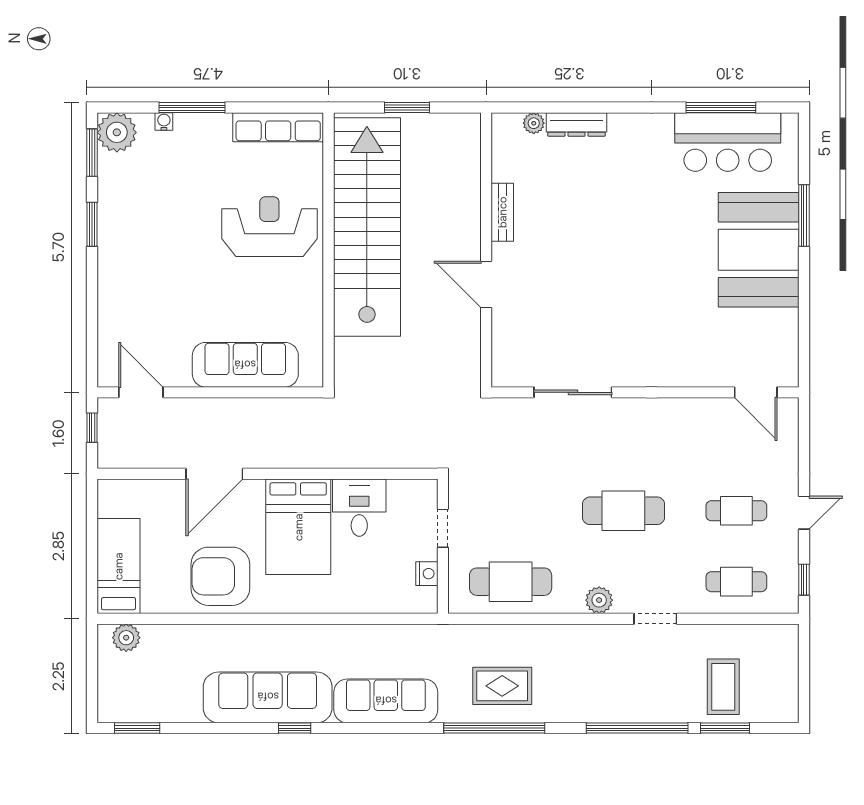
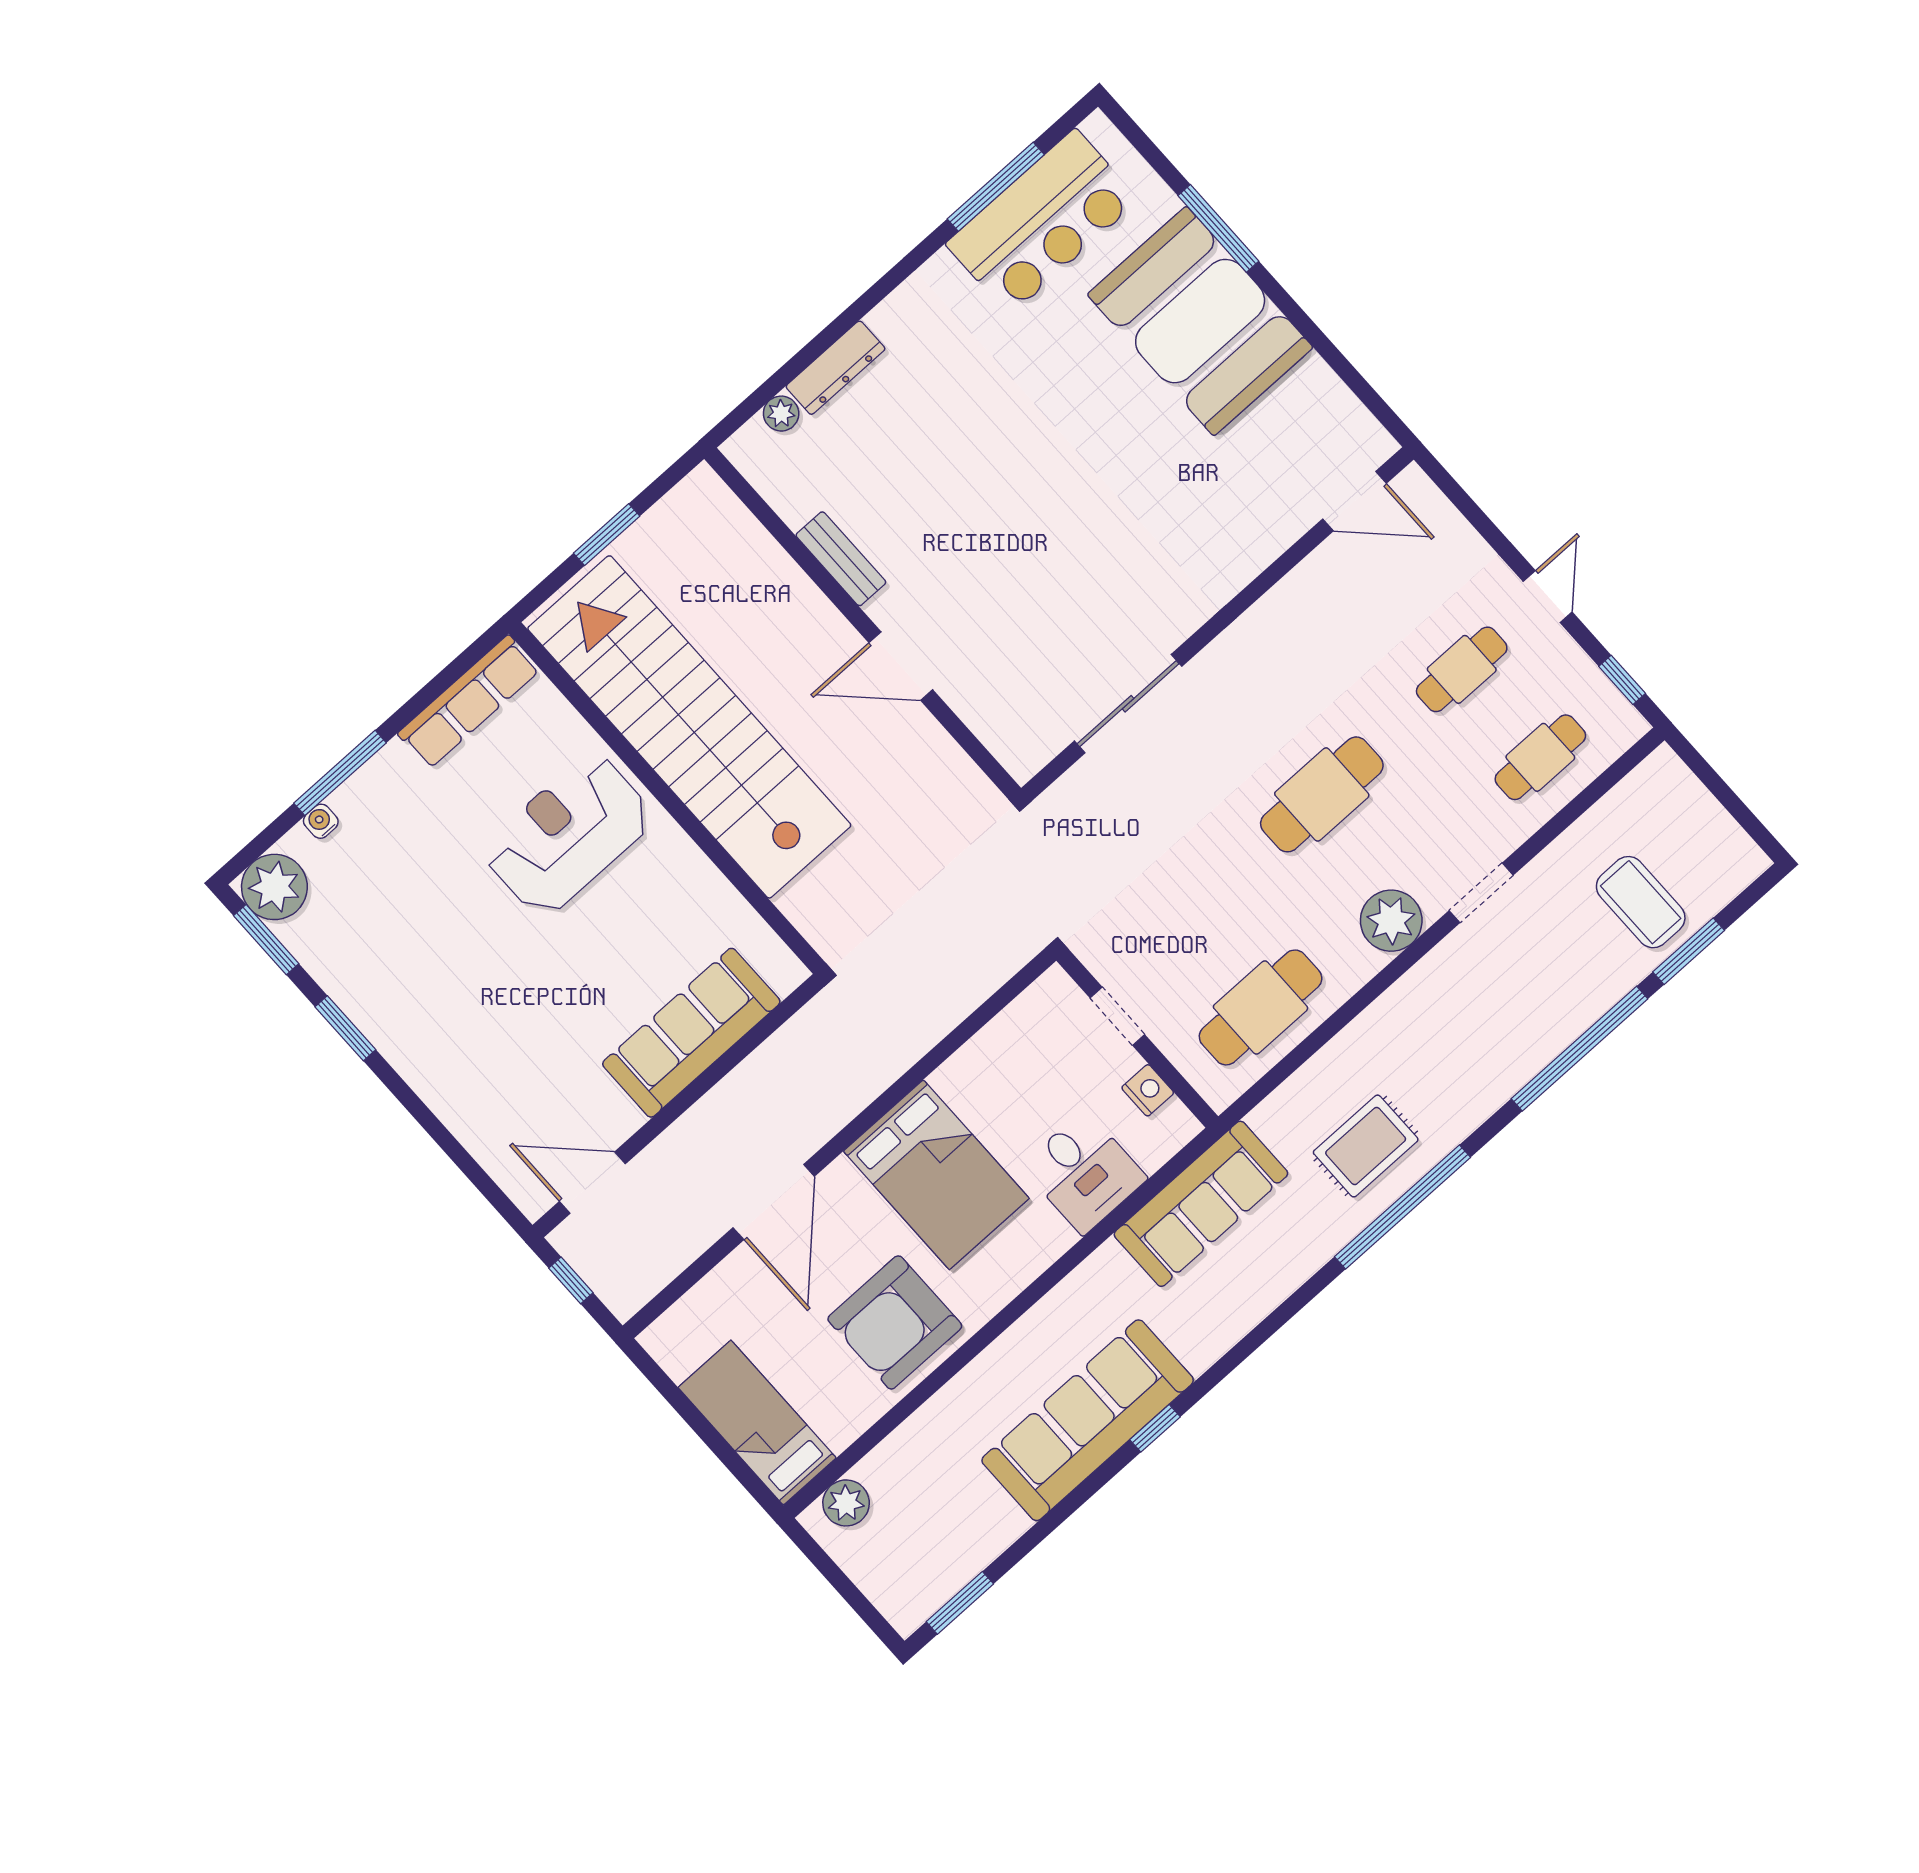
desk: (359, 508) -> (1084, 1172), moved, turned 180
plant: (599, 600) -> (1391, 921), width x1.36, depth x1.36
sofa: (386, 701) -> (1201, 1204), moved, turned 180

